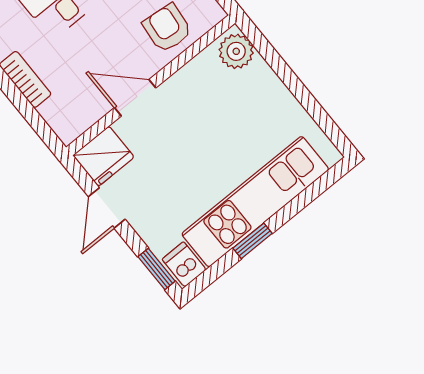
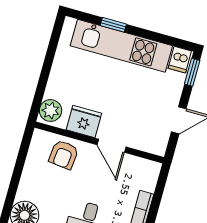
fridge: (104, 156) -> (84, 122), moved
window: (253, 241) -> (113, 25), moved

